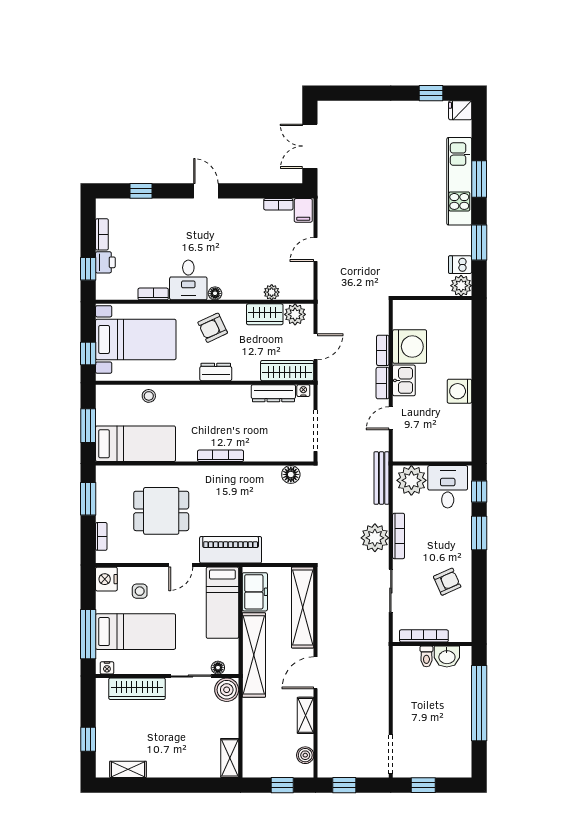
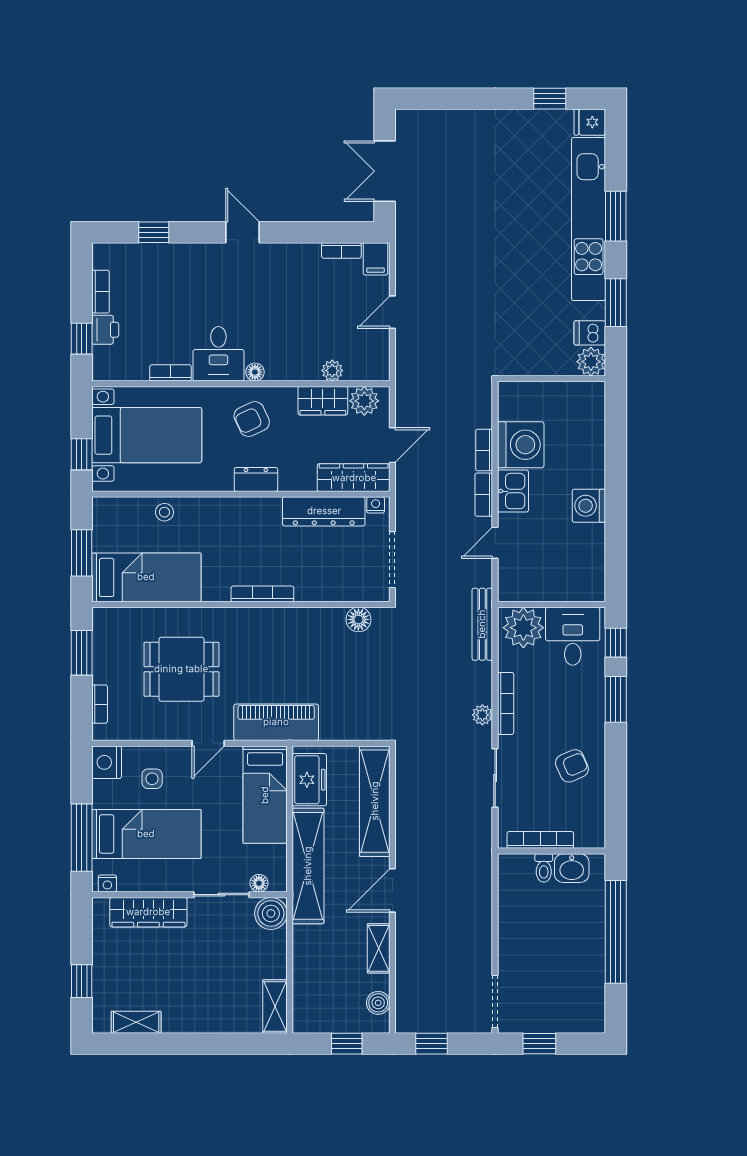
kitchen unit: (459, 181) -> (589, 219), width x1.36
dresser: (273, 393) -> (324, 511), width x1.37, depth x1.24
plant: (375, 538) -> (482, 715), width x0.53, depth x0.53

